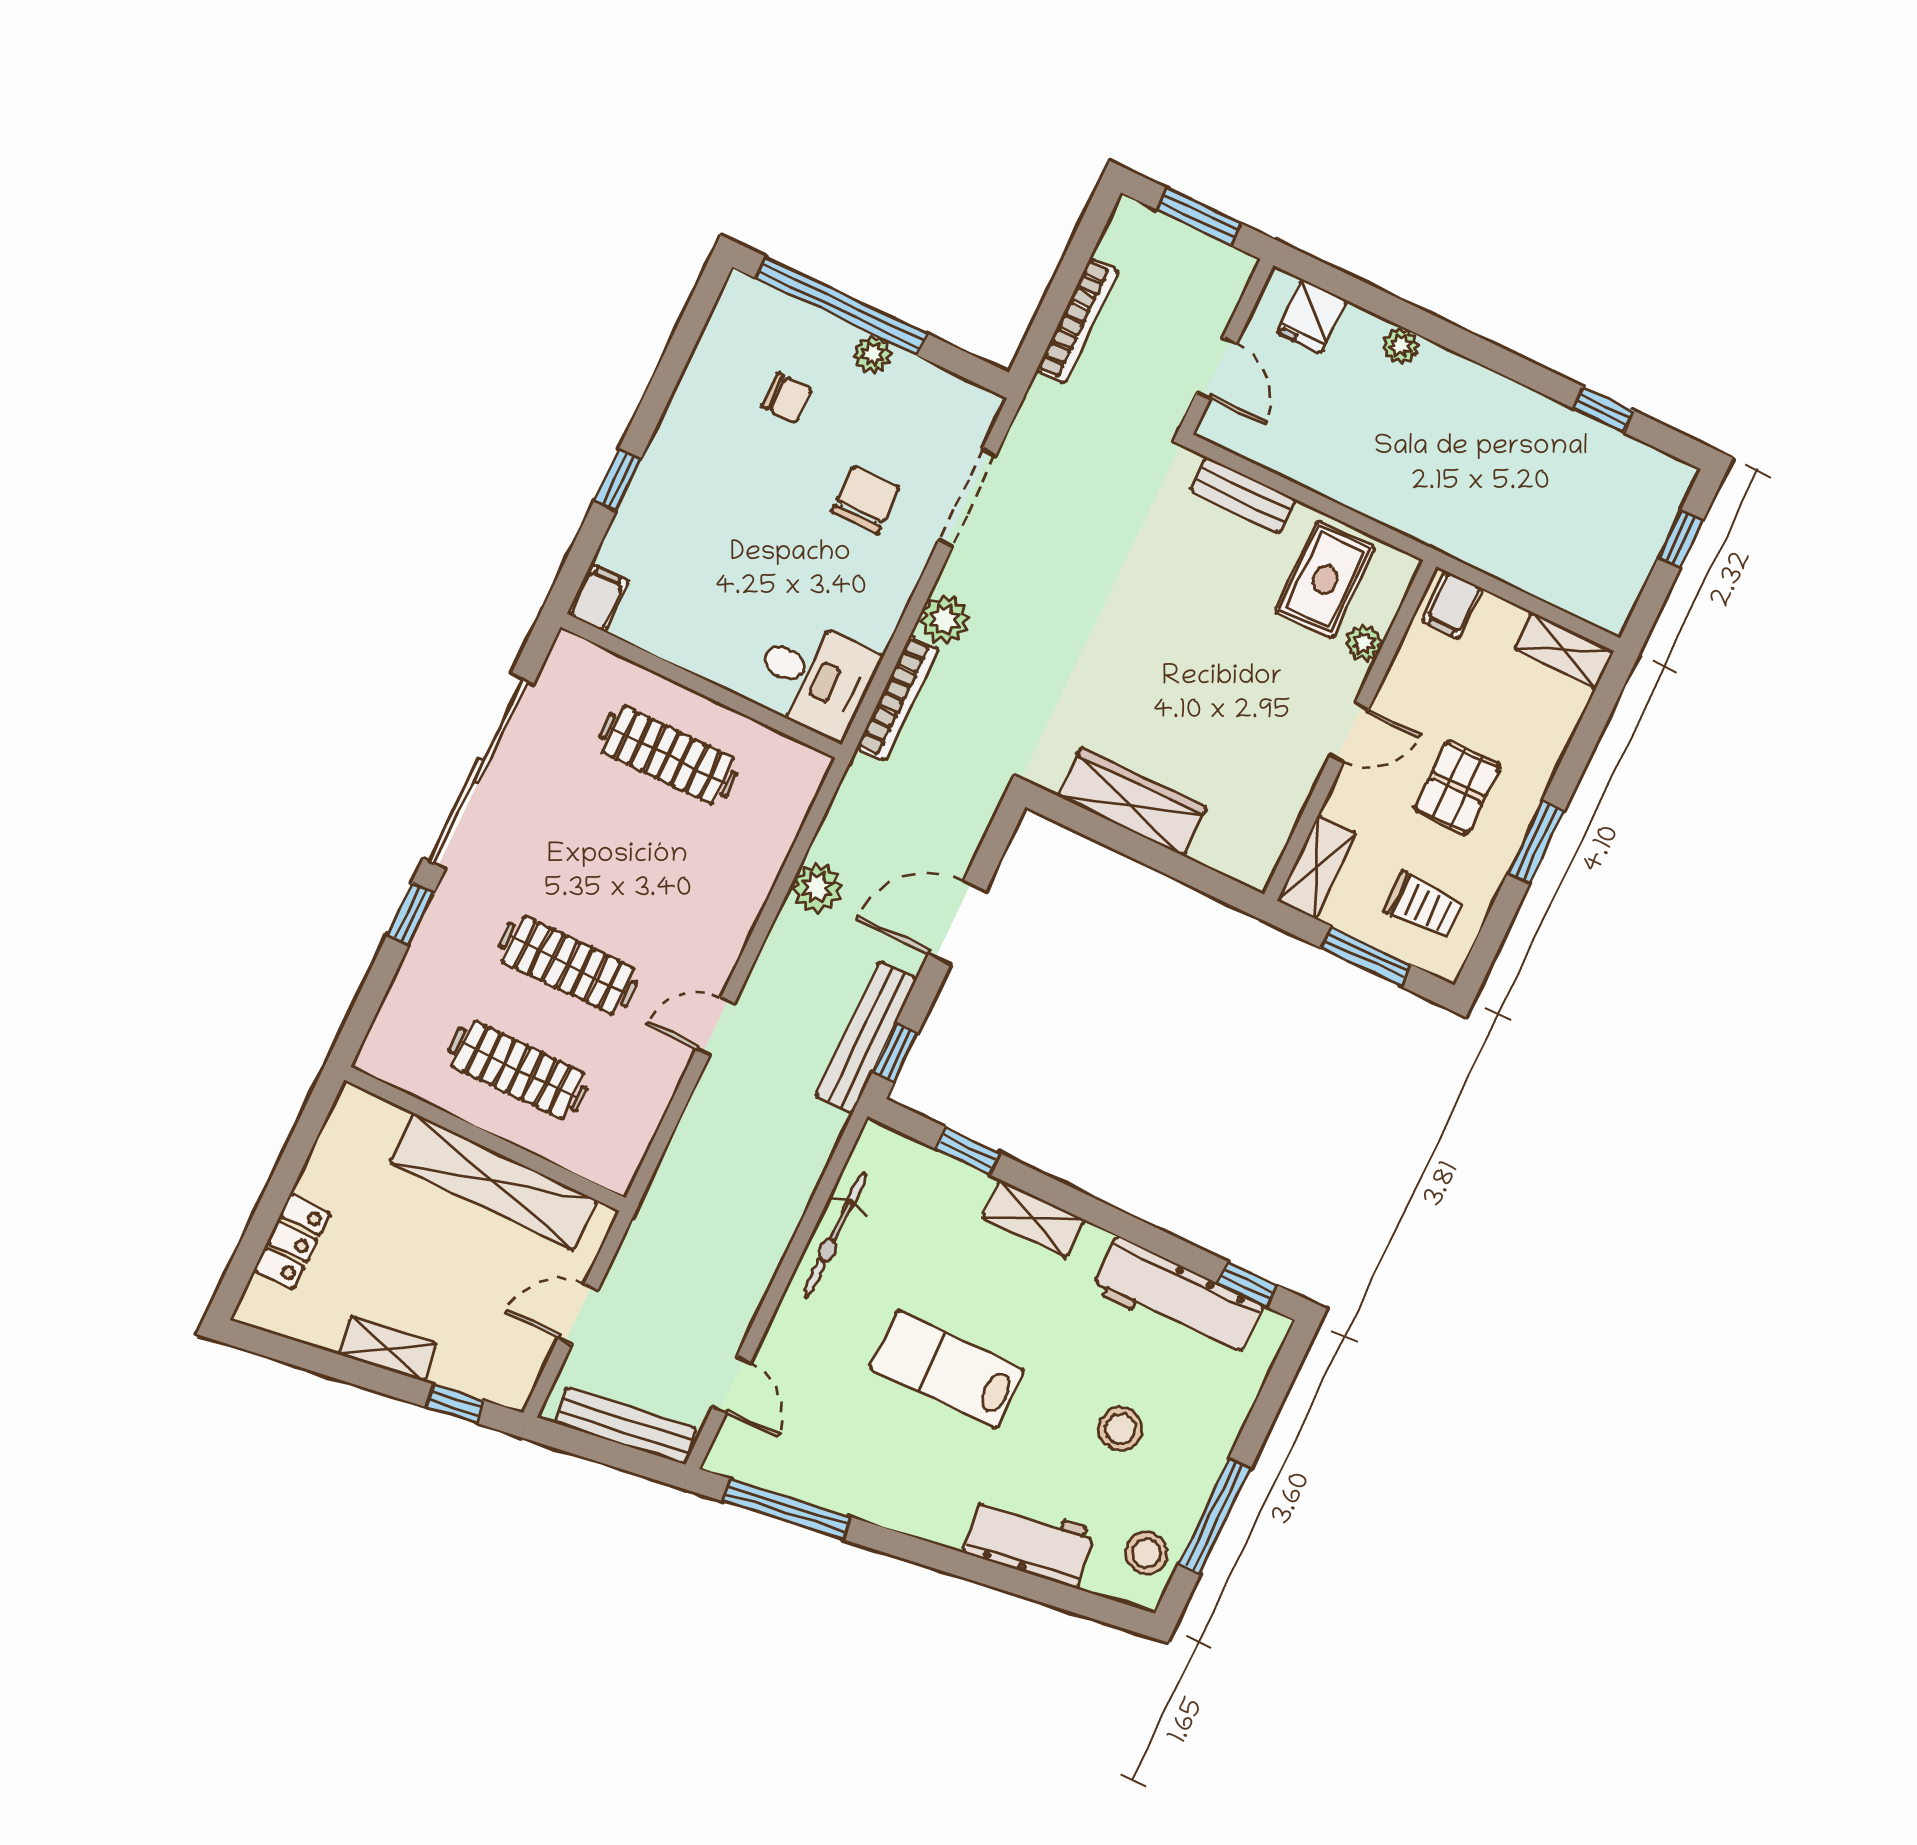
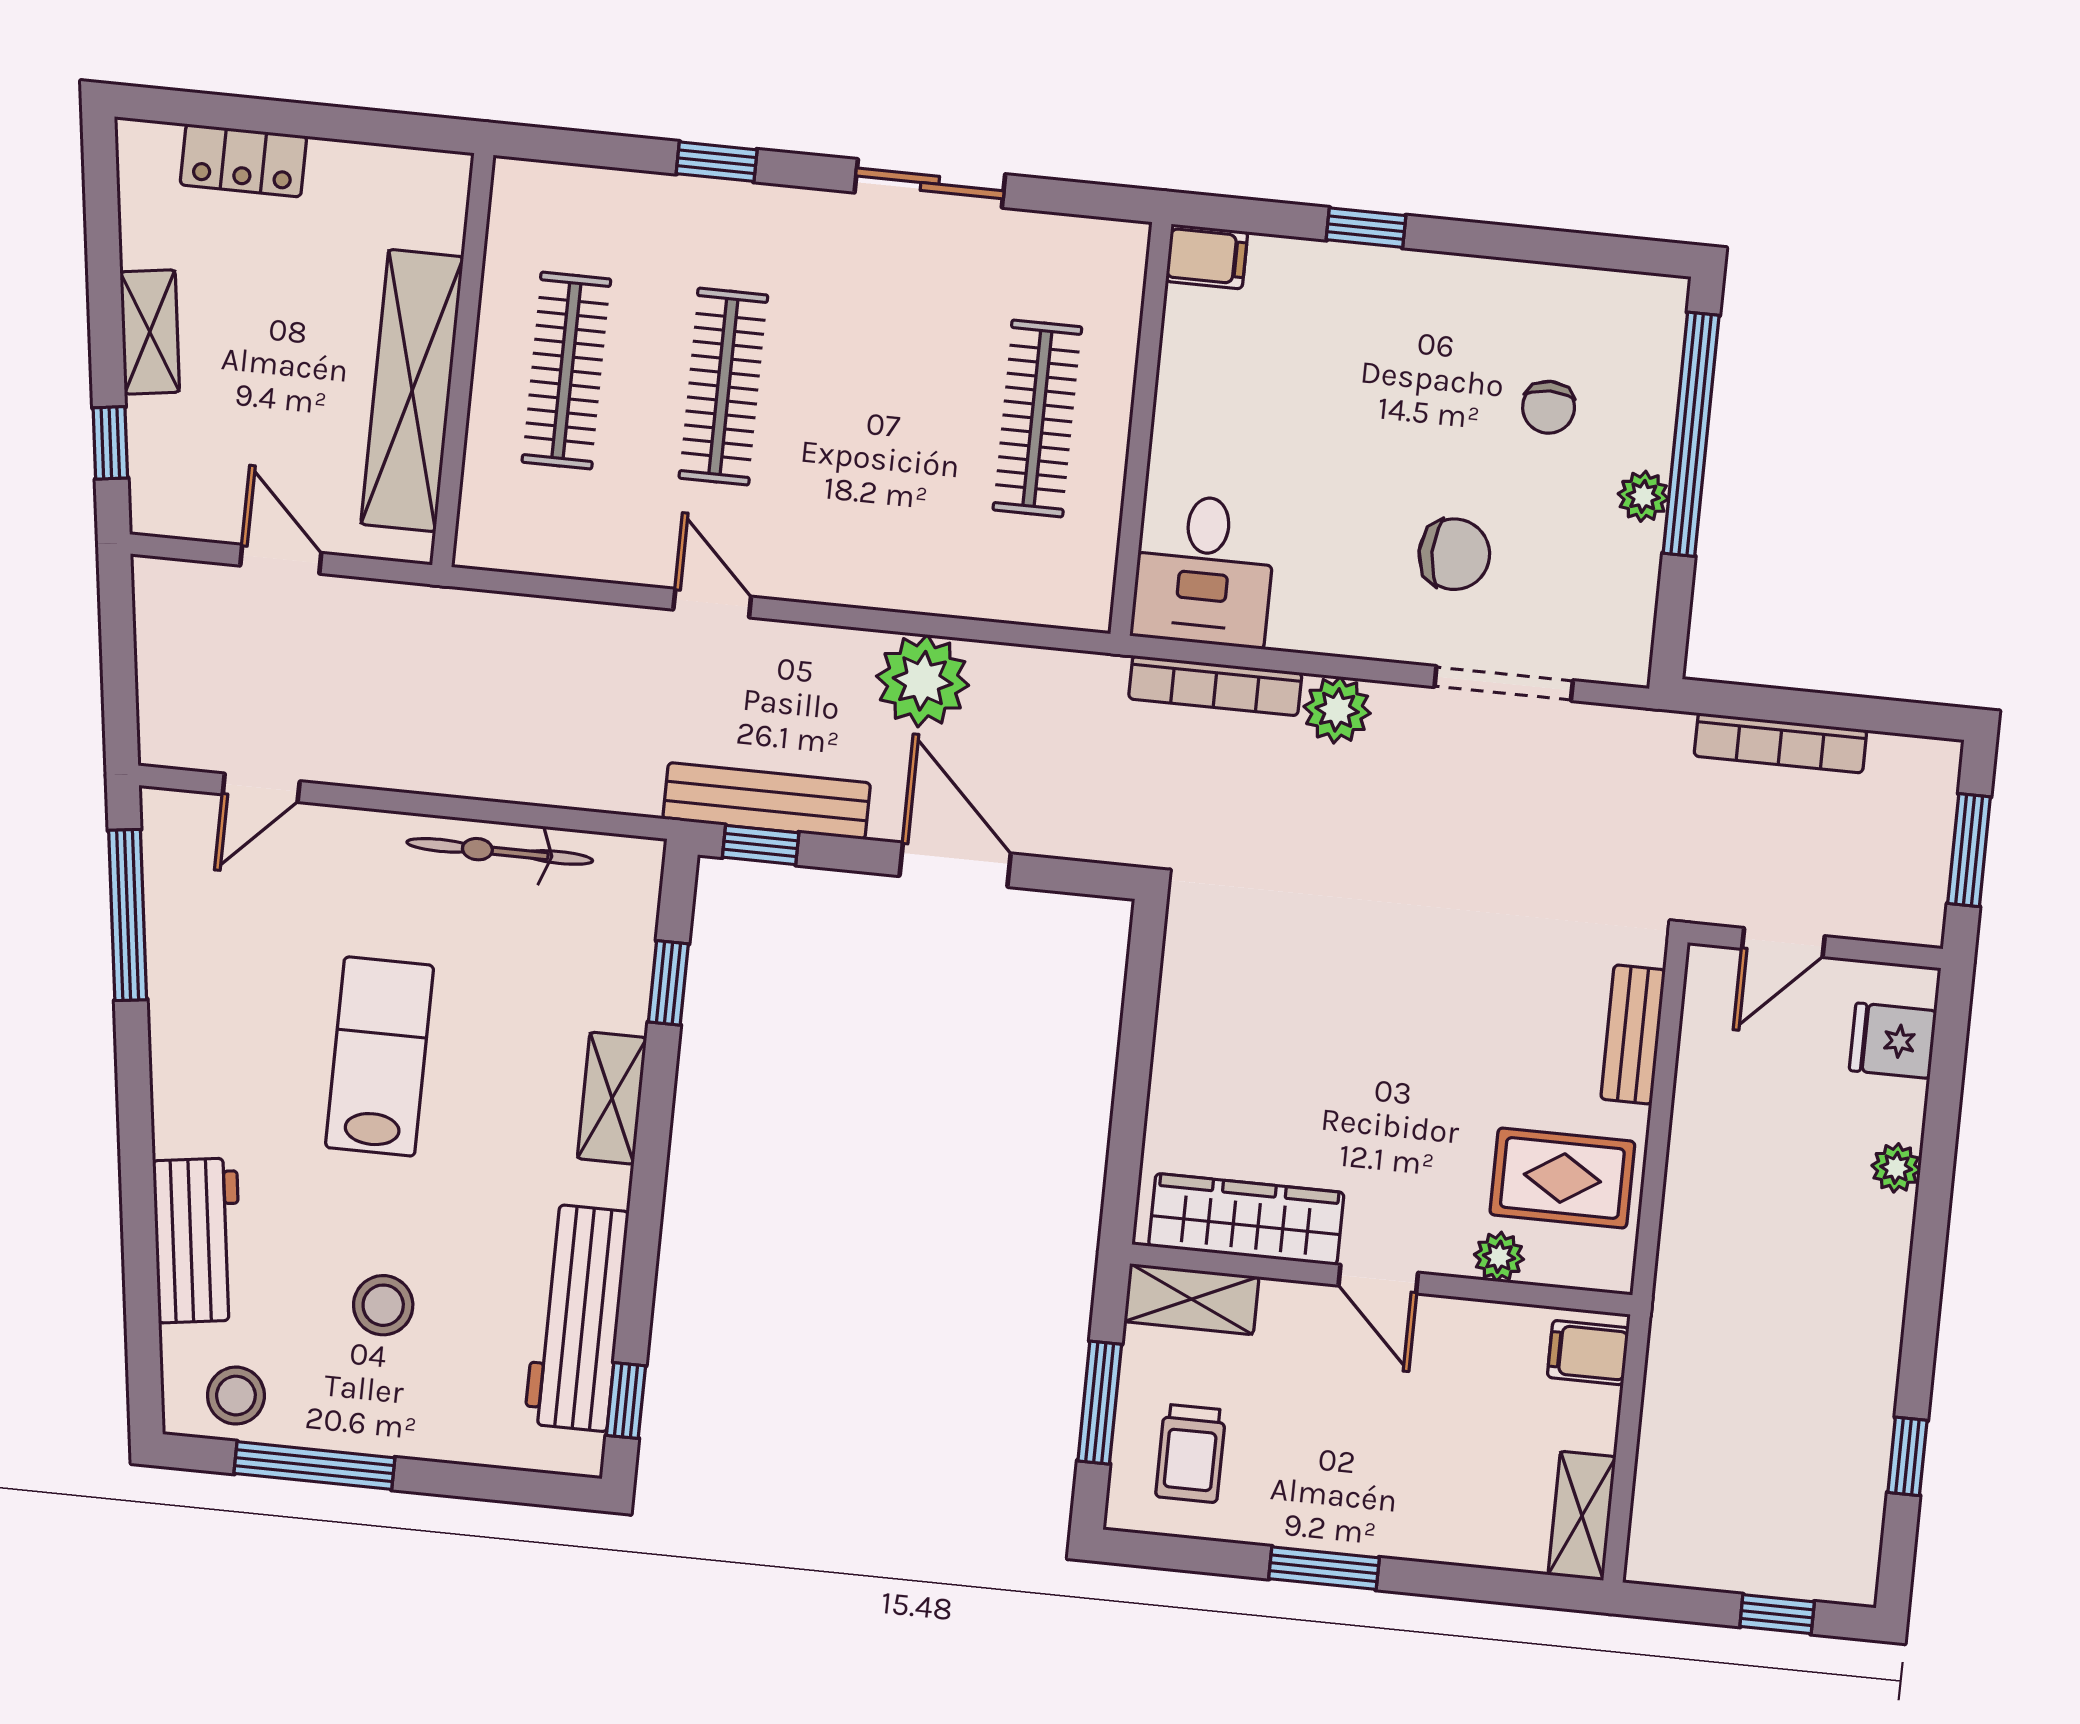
sliding door: (478, 771) -> (930, 183), width x0.54
pallet: (1457, 788) -> (1357, 1442), removed
wardrobe: (1132, 802) -> (1246, 1219), moved, turned -90
plant: (817, 888) -> (923, 681), width x1.36, depth x1.36
bench: (626, 1426) -> (161, 671), removed

